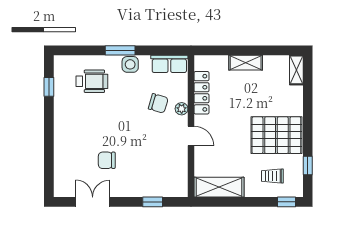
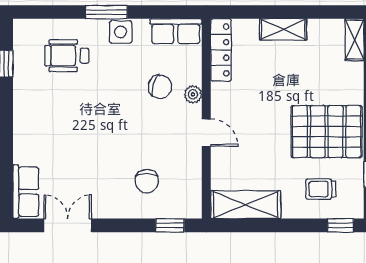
wheelchair: (92, 81) -> (67, 56), turned 180
locker: (201, 93) -> (221, 50), moved
chair: (107, 160) -> (147, 181), moved, turned -90
row of seats: (63, 178) -> (26, 192), added
window: (153, 202) -> (170, 225), moved

